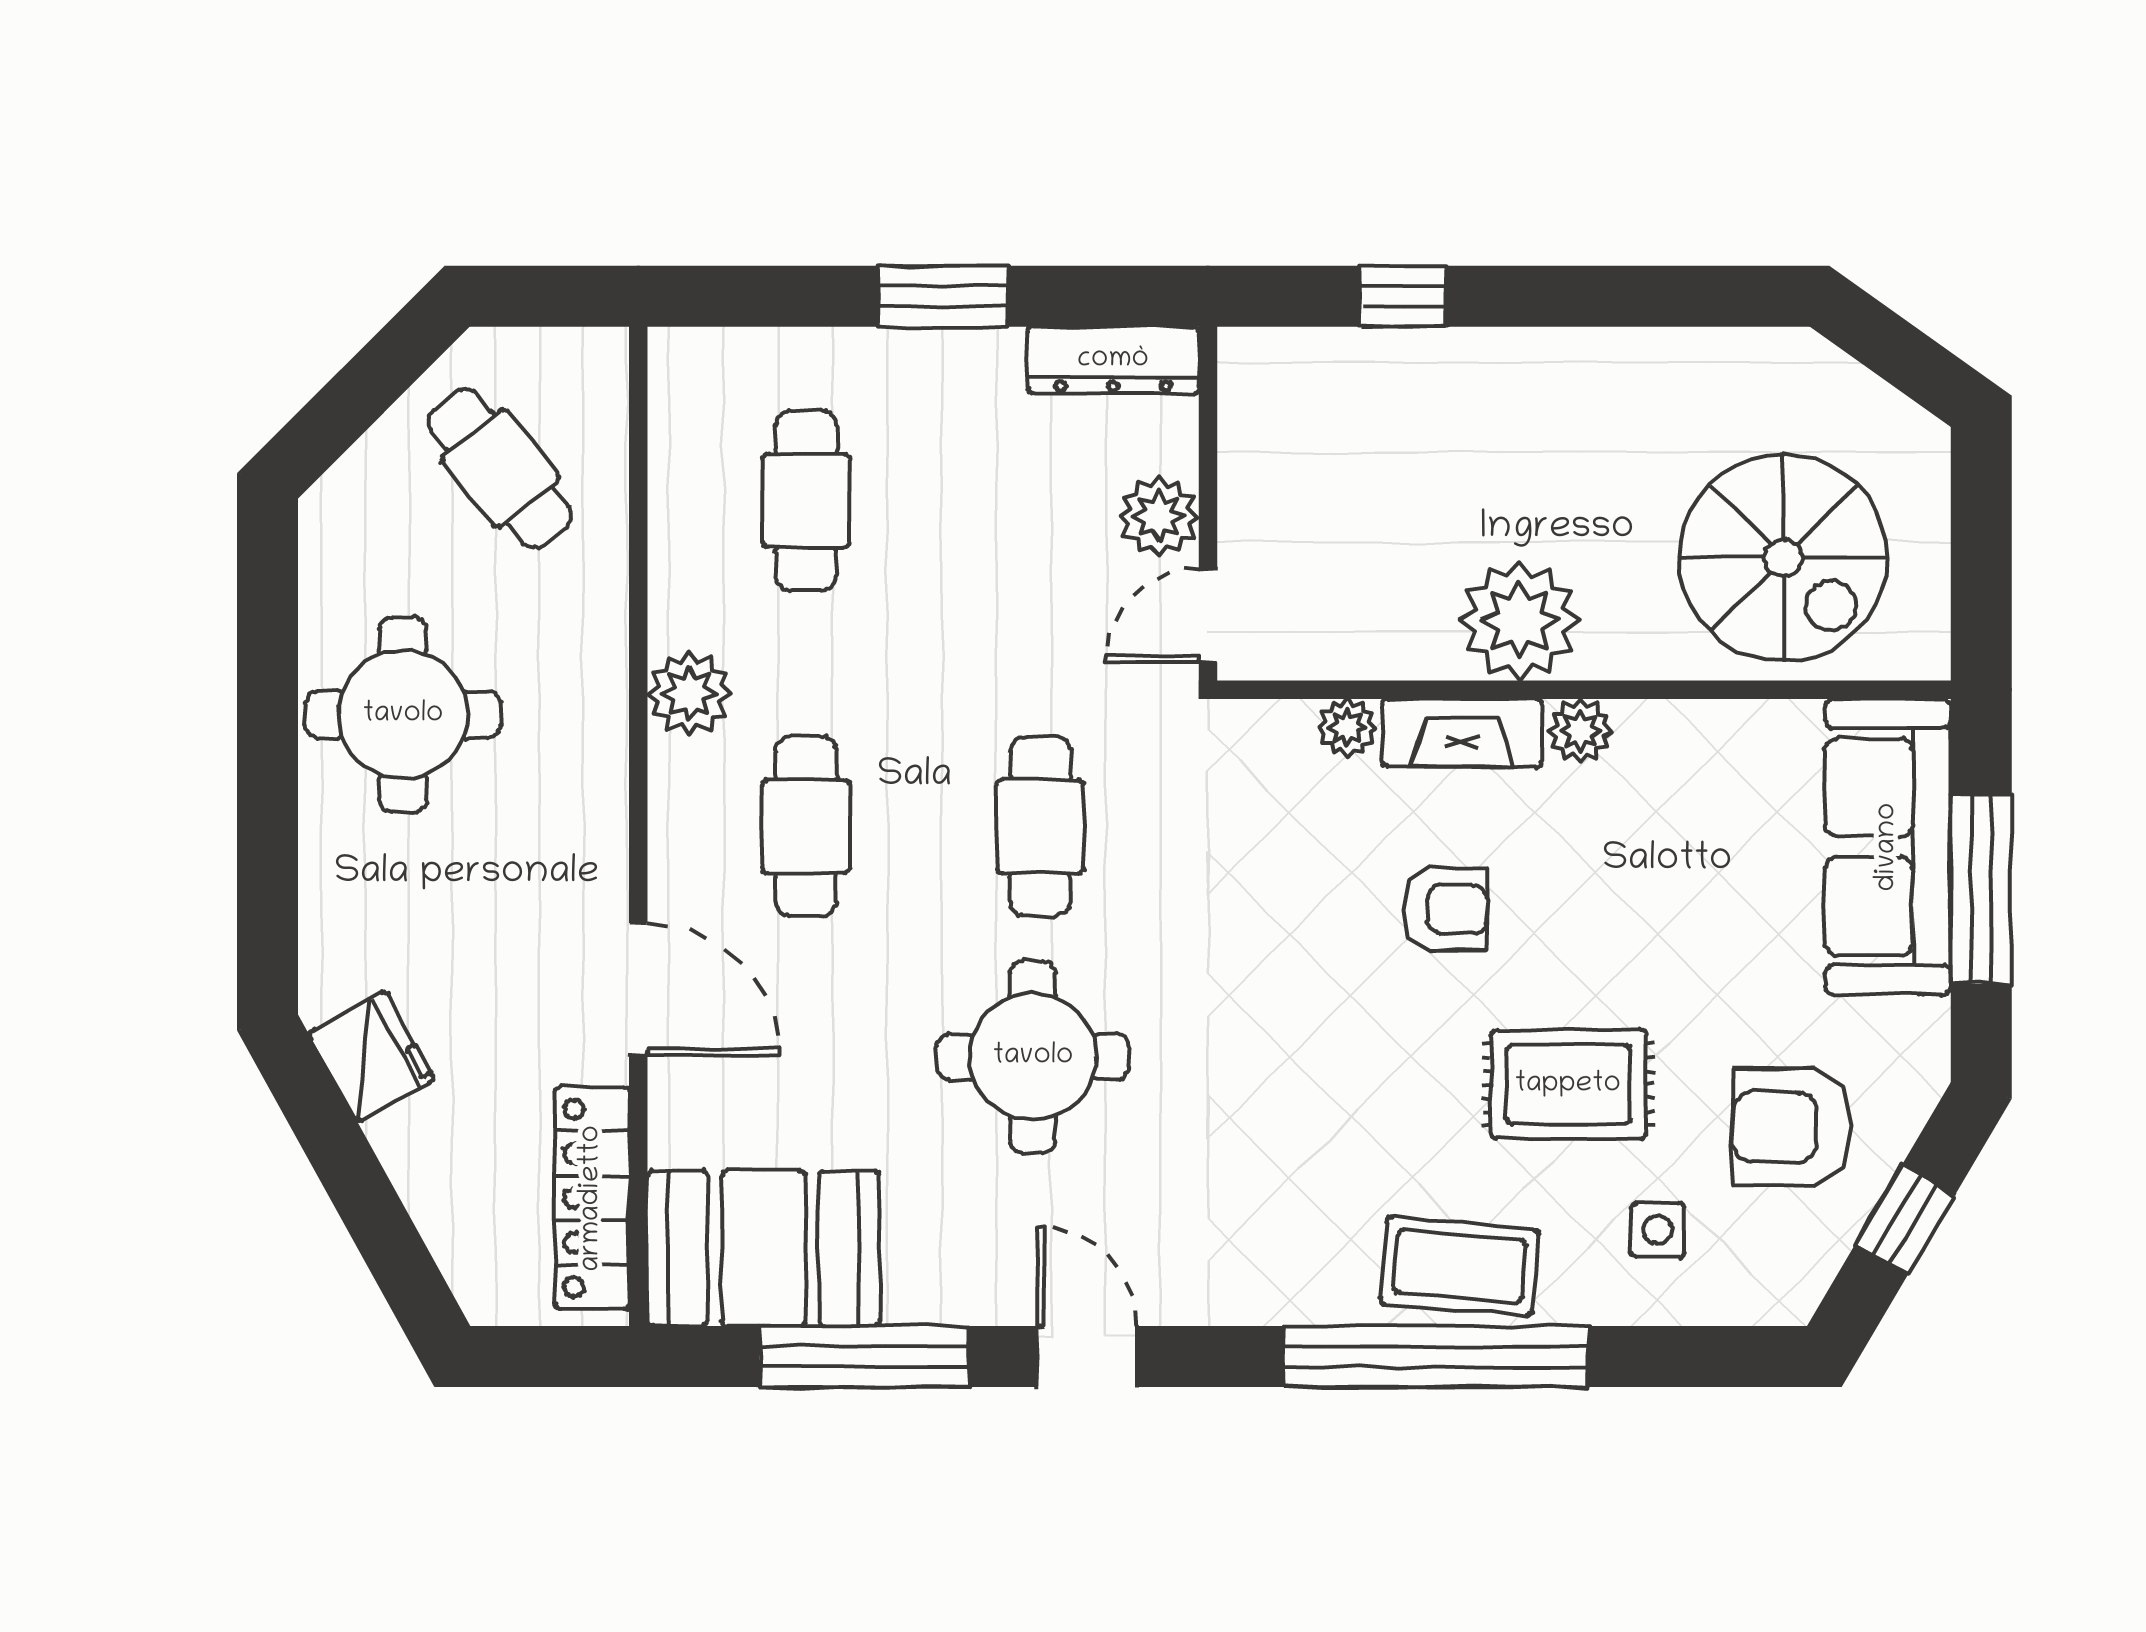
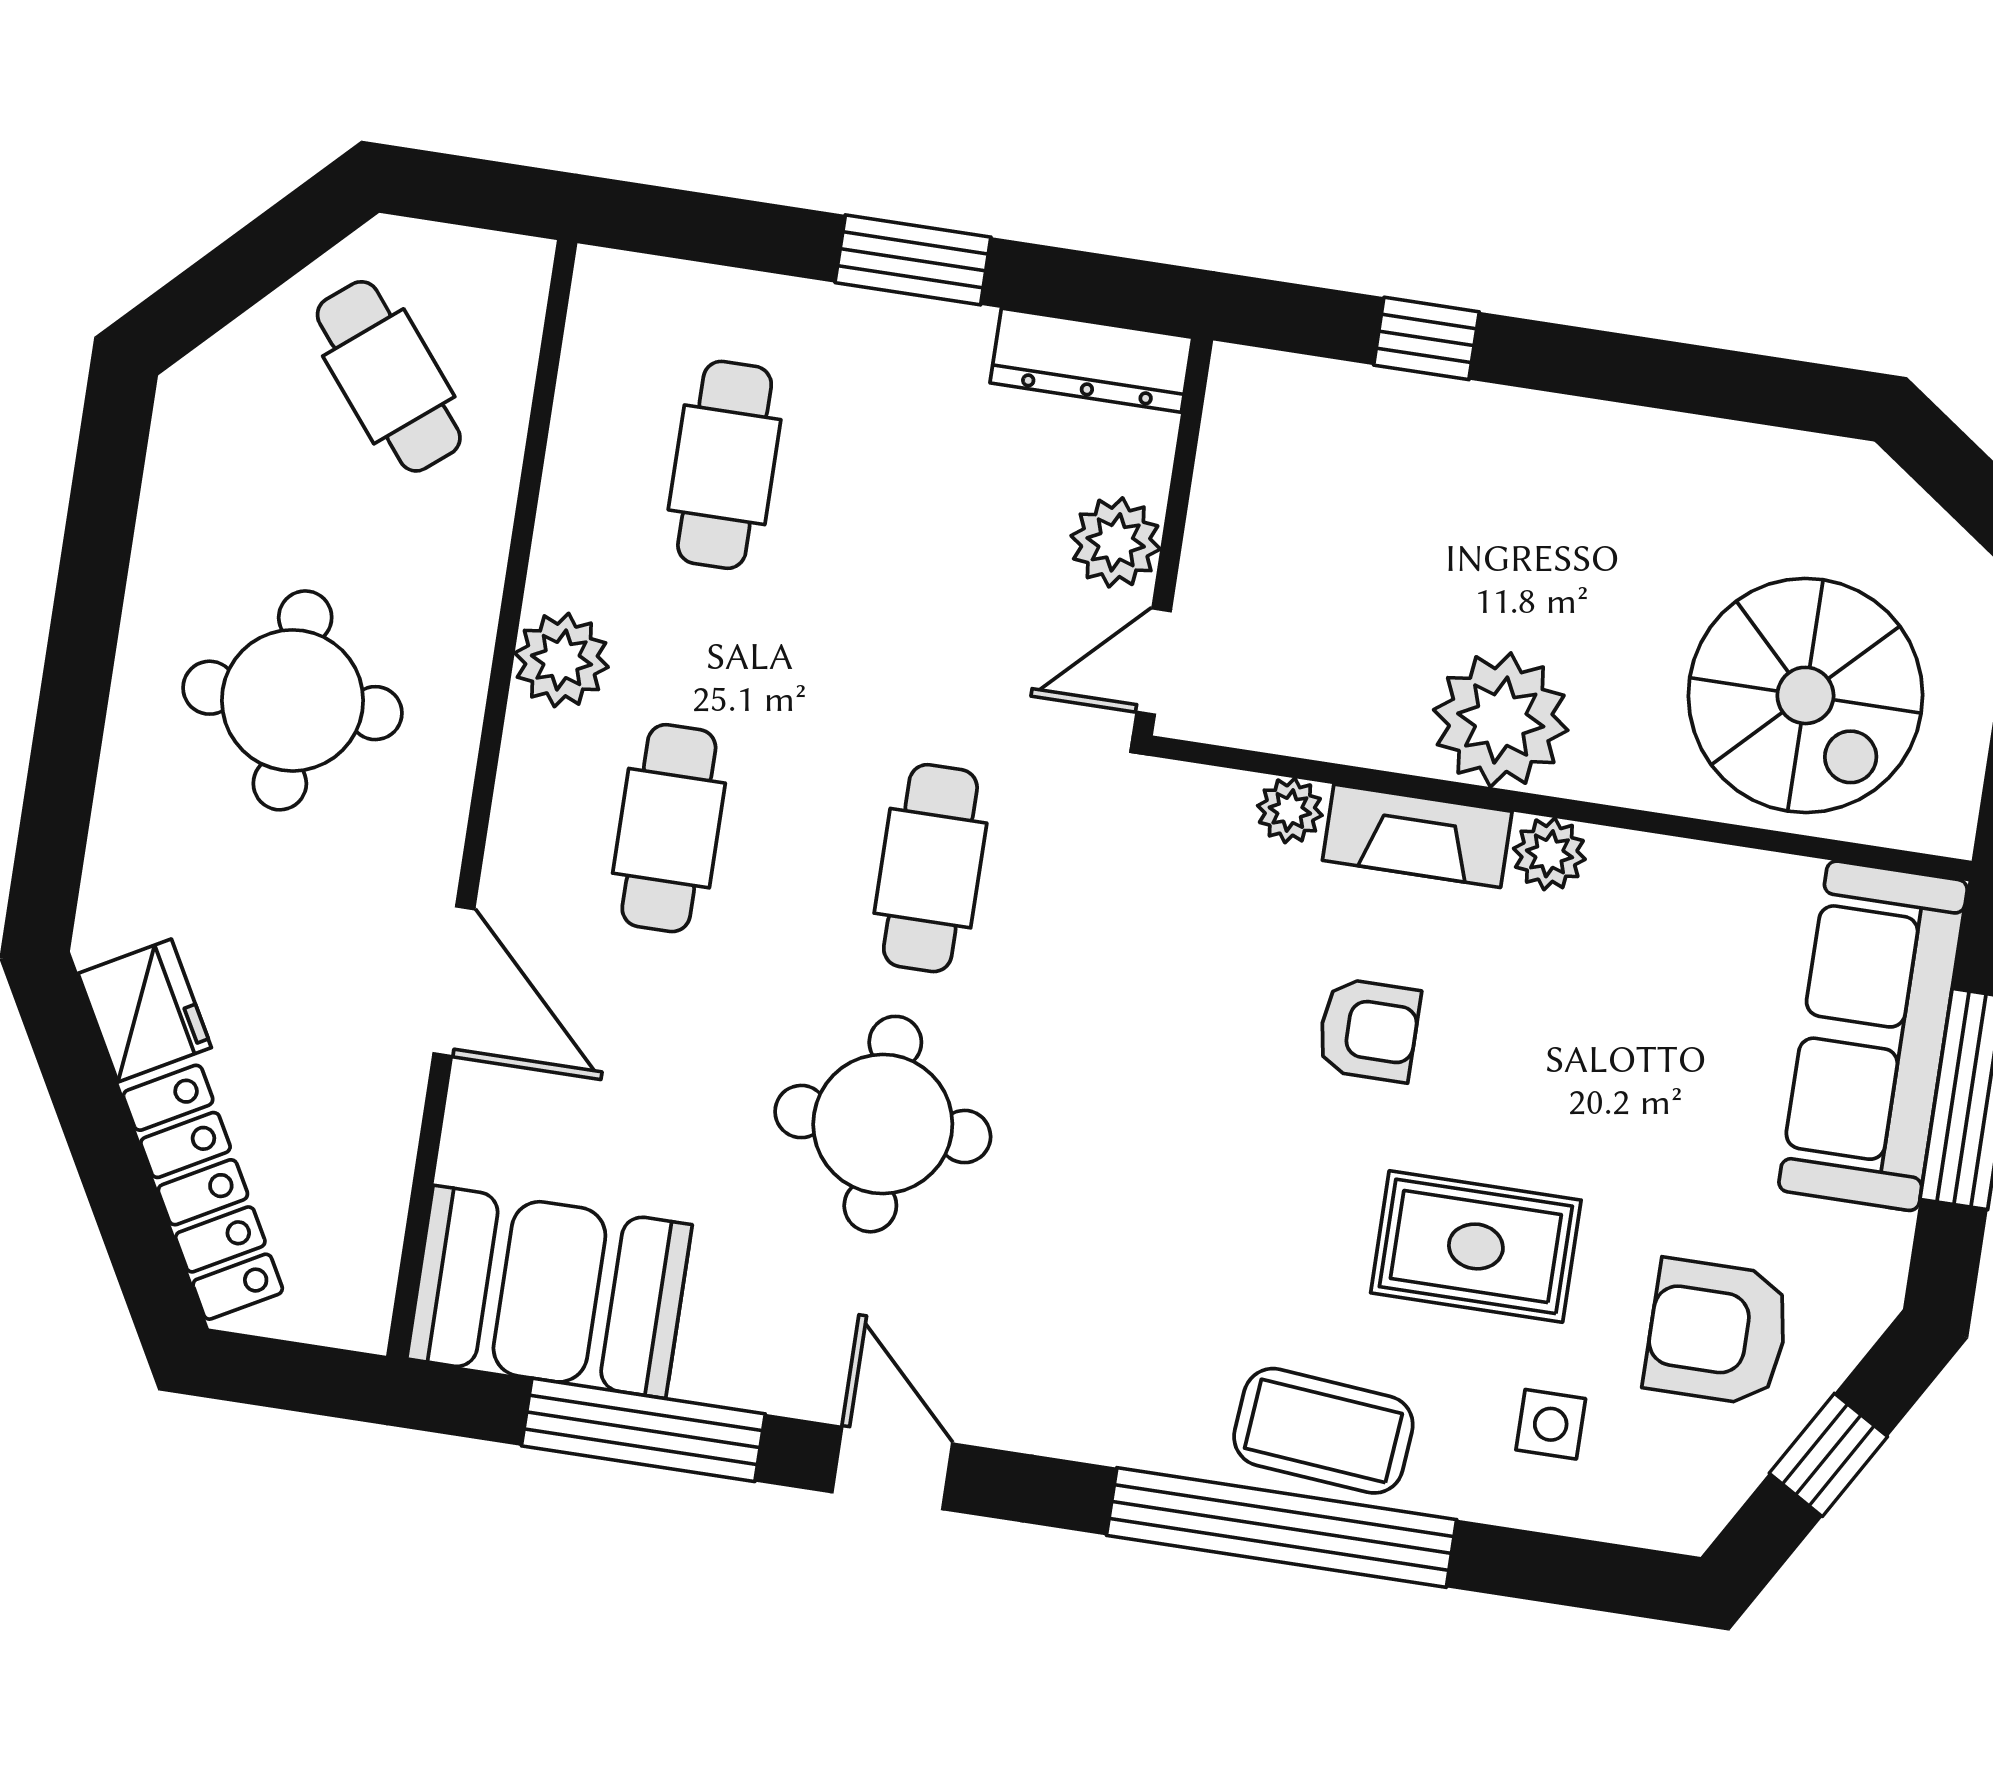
round table: (403, 715) -> (293, 700), moved
locker: (592, 1198) -> (203, 1192), moved, turned 151

